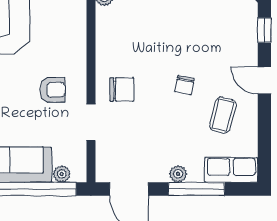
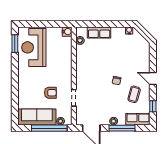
window: (264, 30) -> (153, 106), moved
armchair: (53, 90) -> (50, 93), moved
chair: (122, 90) -> (88, 83), removed

